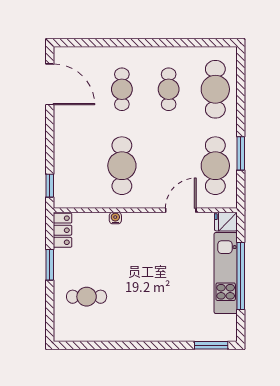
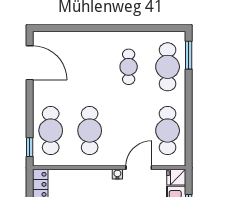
cafe table: (122, 89) -> (51, 131), moved, width x1.37, depth x1.35
window: (241, 153) -> (189, 55), moved
water cooler: (115, 218) -> (117, 174), moved

